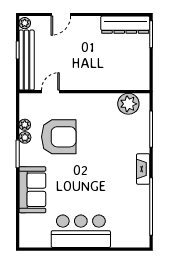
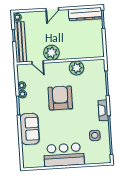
door: (61, 15) -> (52, 9), moved
plant: (72, 79) -> (51, 53), added
door: (50, 92) -> (38, 62), swing flipped
plant: (128, 104) -> (77, 68), moved
armchair: (59, 137) -> (60, 98), moved, turned -90
side table: (128, 205) -> (95, 135), added

